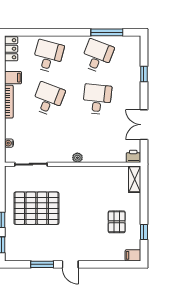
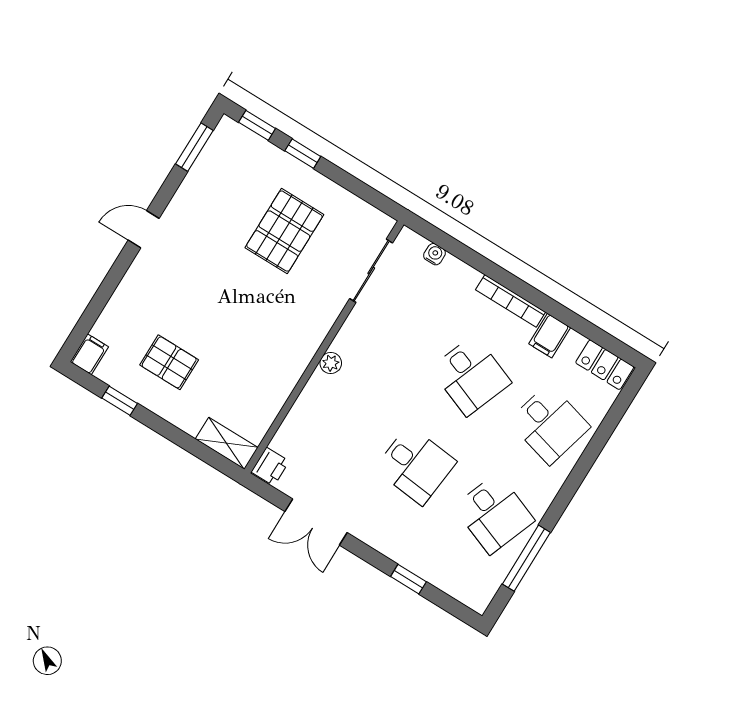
double door: (144, 125) -> (316, 522), swing flipped
pallet: (36, 208) -> (284, 231), width x0.73, depth x0.71
window: (42, 264) -> (194, 147), moved

